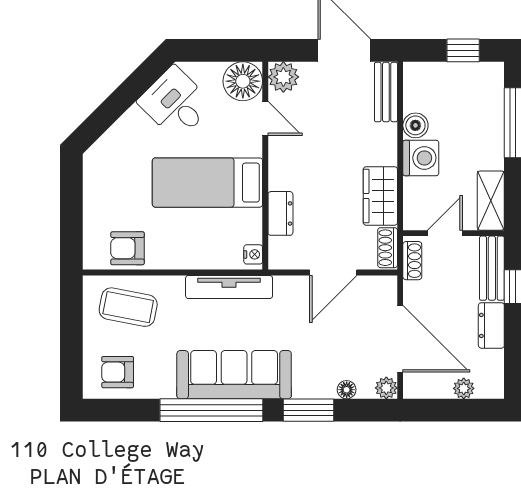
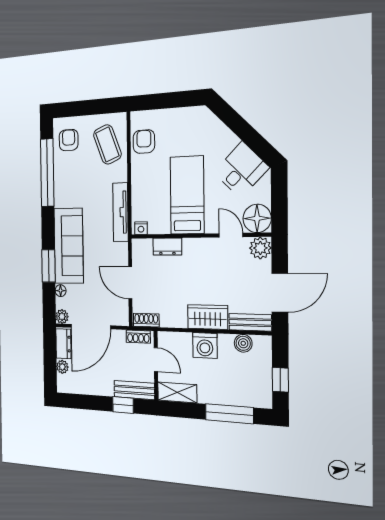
door: (265, 118) -> (231, 235), swing flipped
boiler: (415, 125) -> (243, 343), moved
wardrobe: (380, 196) -> (208, 317), moved
coffee table: (128, 307) -> (107, 144), turned -32
dresser: (491, 325) -> (63, 344), moved, turned 90
sofa: (234, 375) -> (69, 246), moved
window: (211, 410) -> (47, 173), moved

